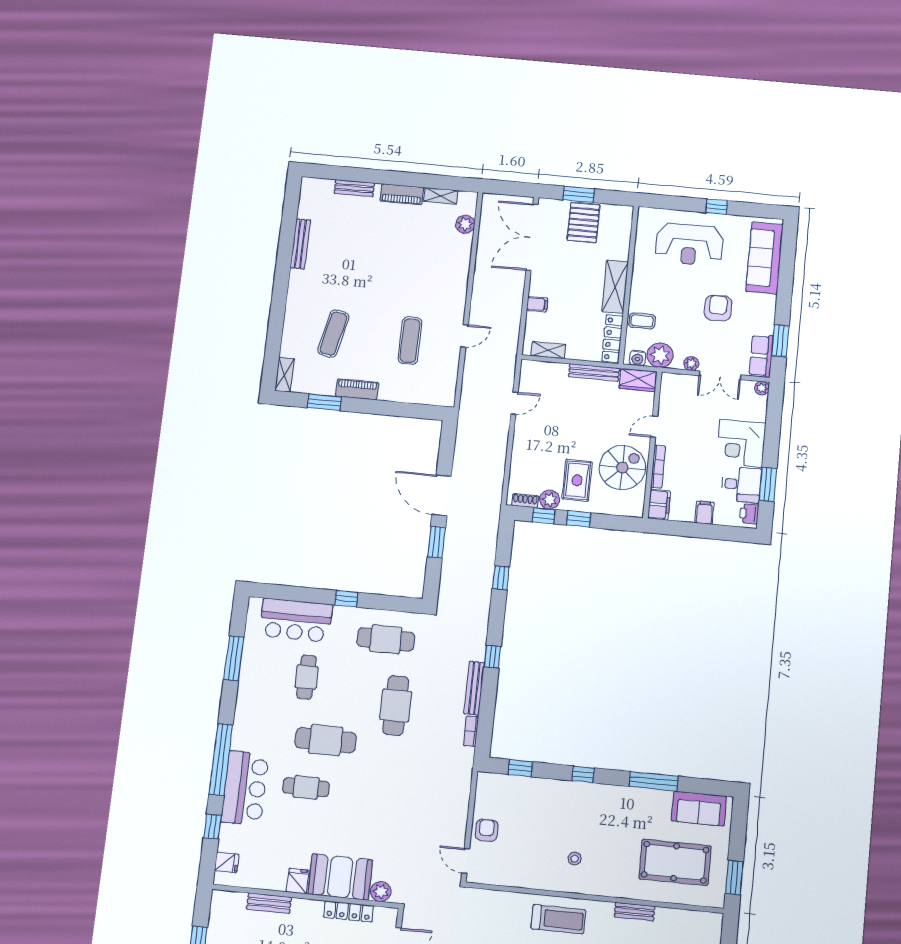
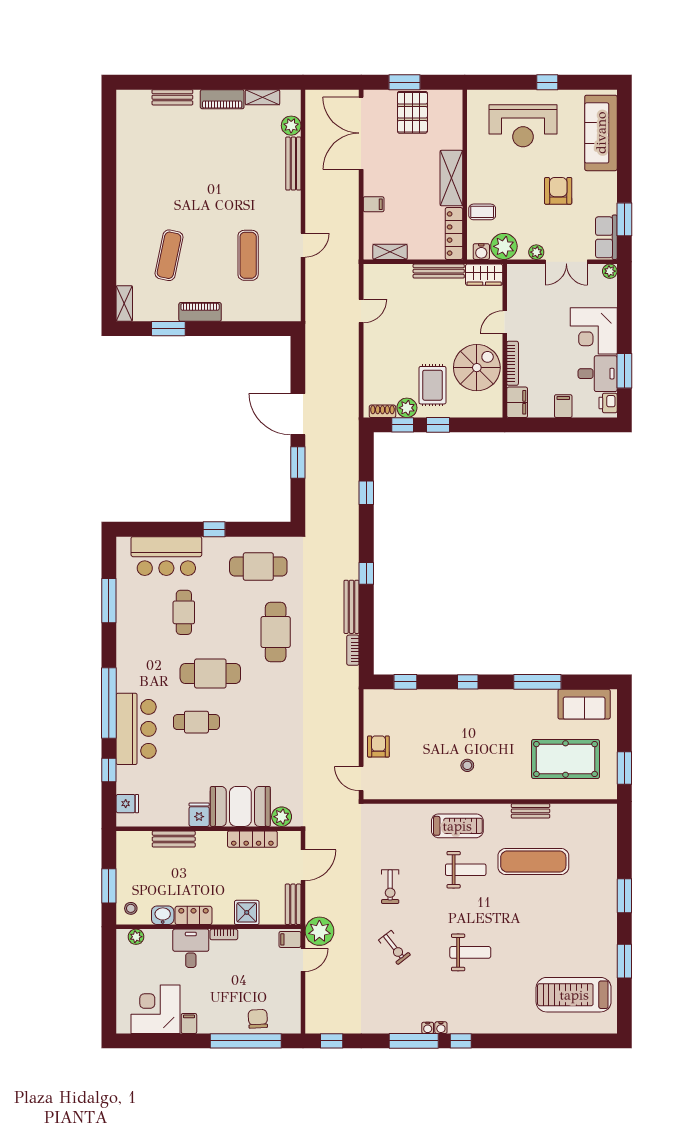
bench: (300, 244) -> (293, 164), moved

